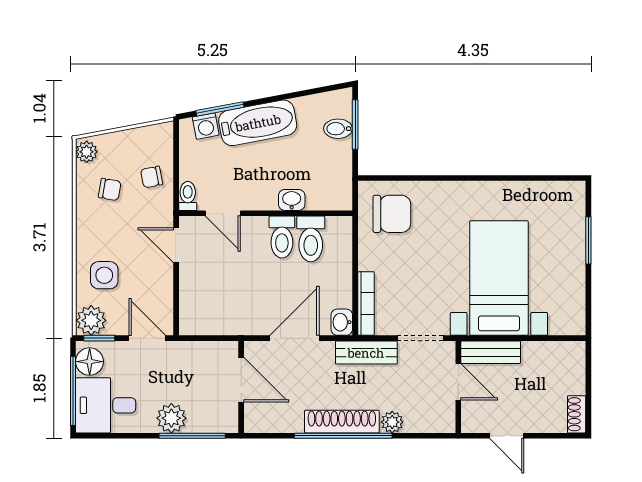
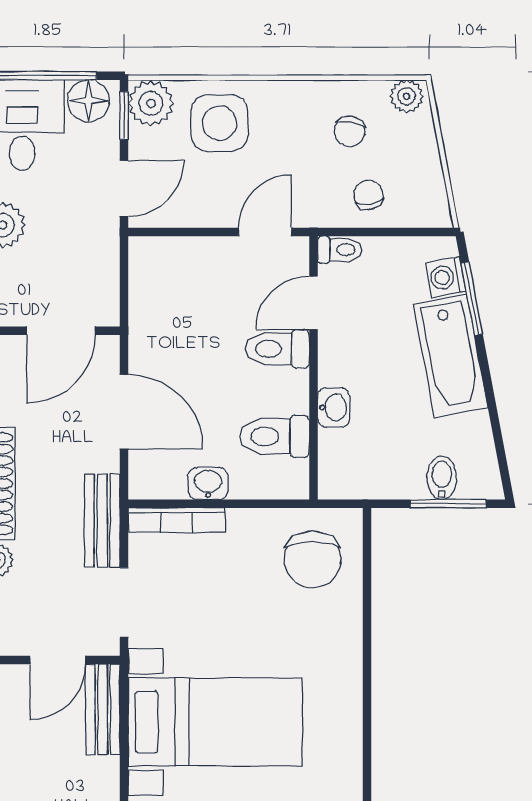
toilet: (282, 237) -> (277, 349), moved
side table: (104, 275) -> (219, 123), width x1.37, depth x1.37
washbasin: (342, 322) -> (208, 483), moved

